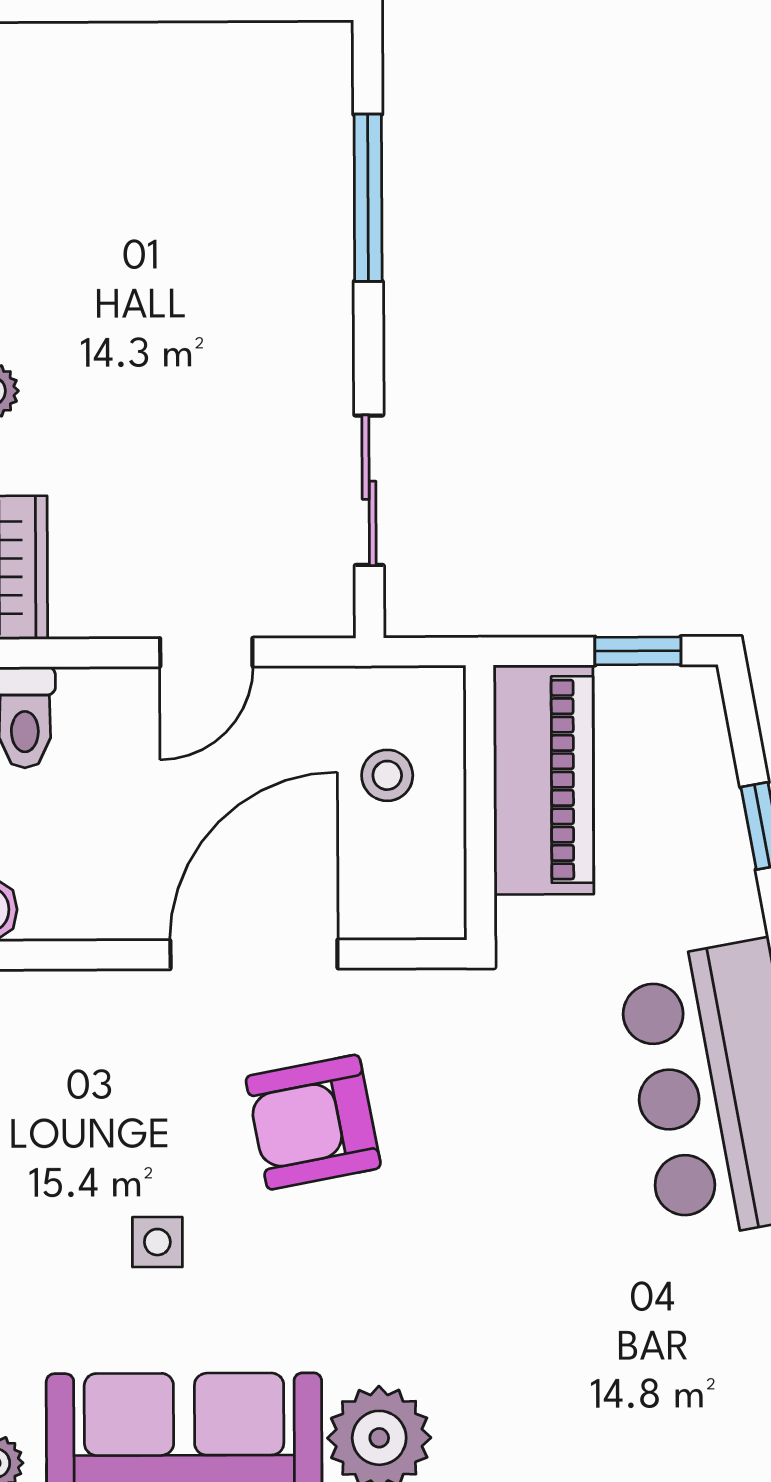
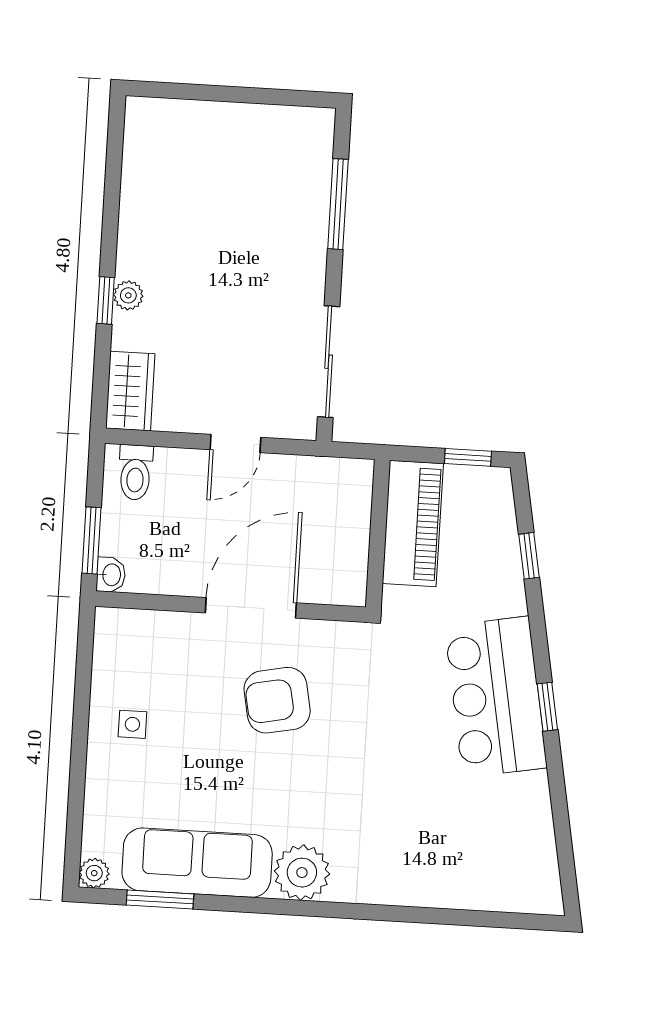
sliding door: (369, 490) -> (329, 362), width x1.37
stool: (387, 775) -> (329, 516), removed
side table: (157, 1242) -> (132, 724), moved

